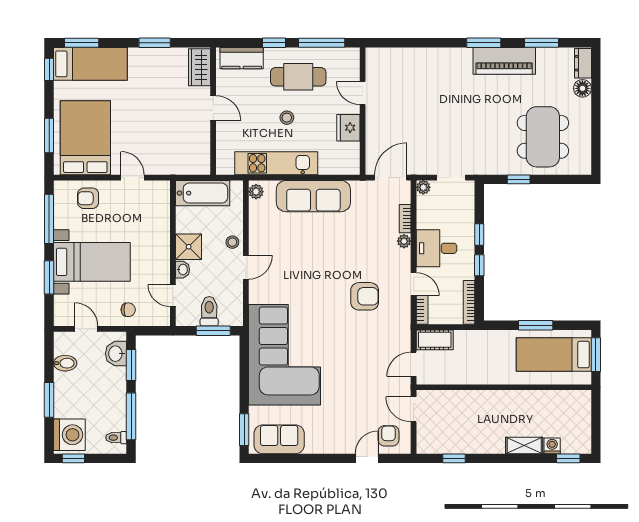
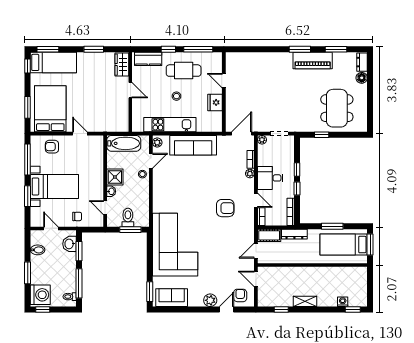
door: (246, 267) -> (151, 161), moved
dresser: (475, 338) -> (294, 234), added
plant: (341, 444) -> (210, 300), added
shelving: (524, 445) -> (305, 301), moved

